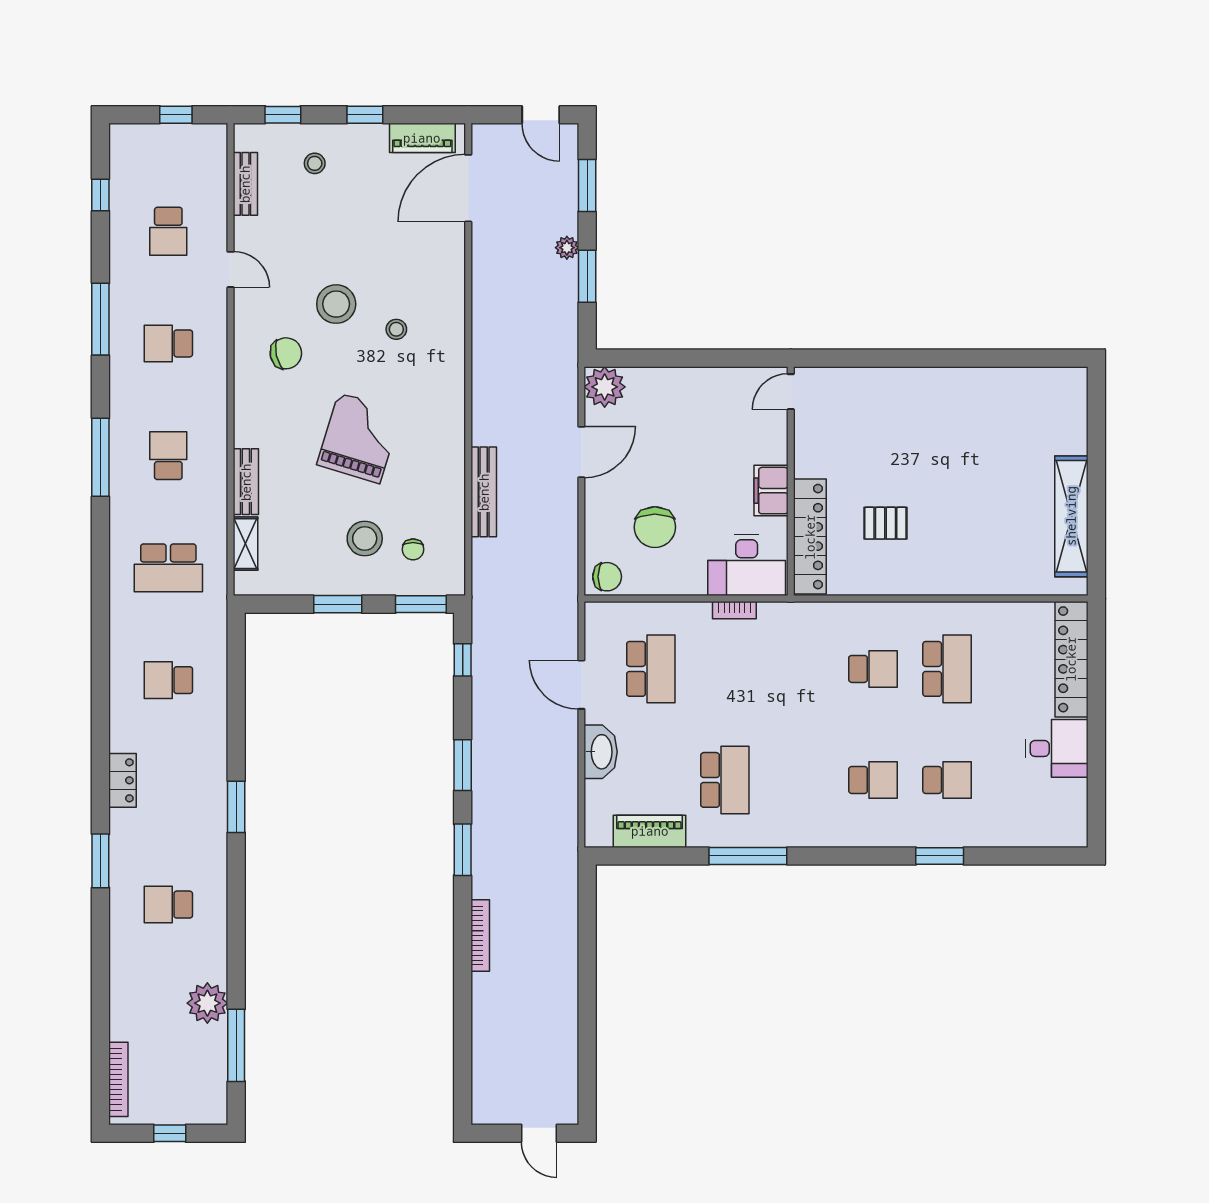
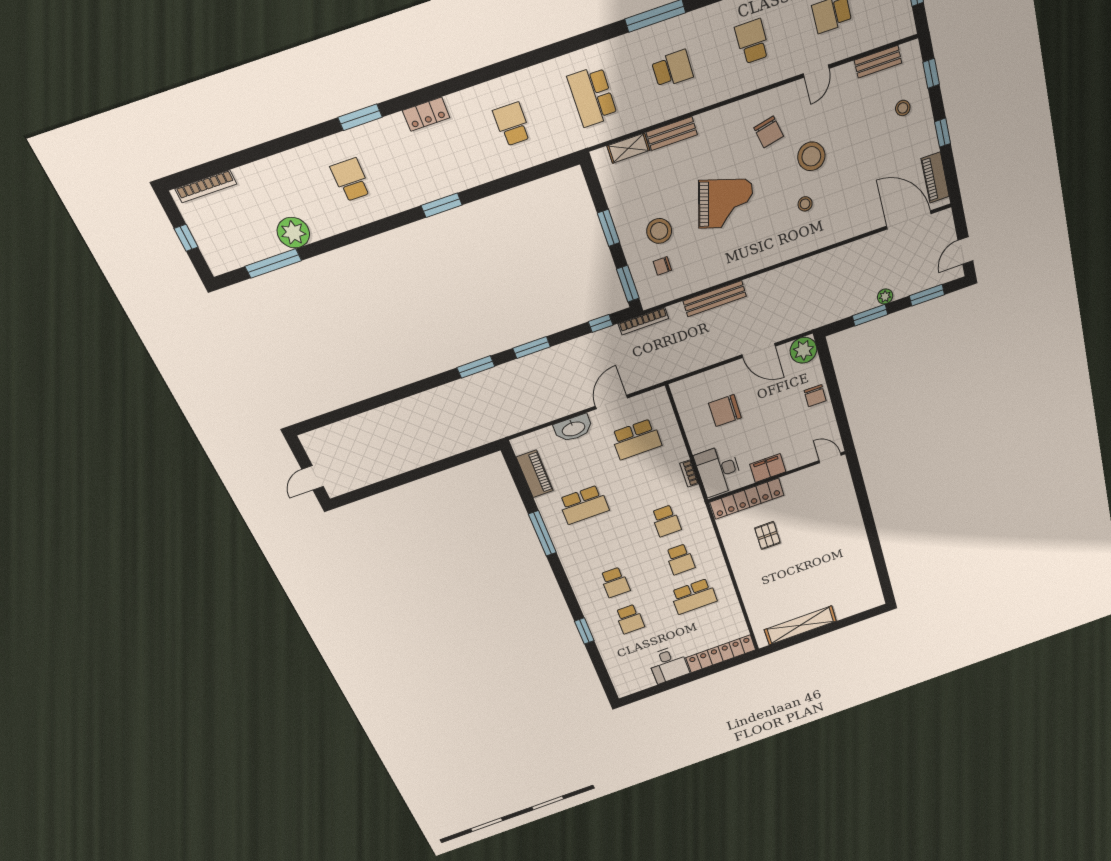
chair: (607, 577) -> (815, 396), moved
school desk: (799, 669) -> (666, 521), added
bookcase: (480, 936) -> (643, 321), moved

